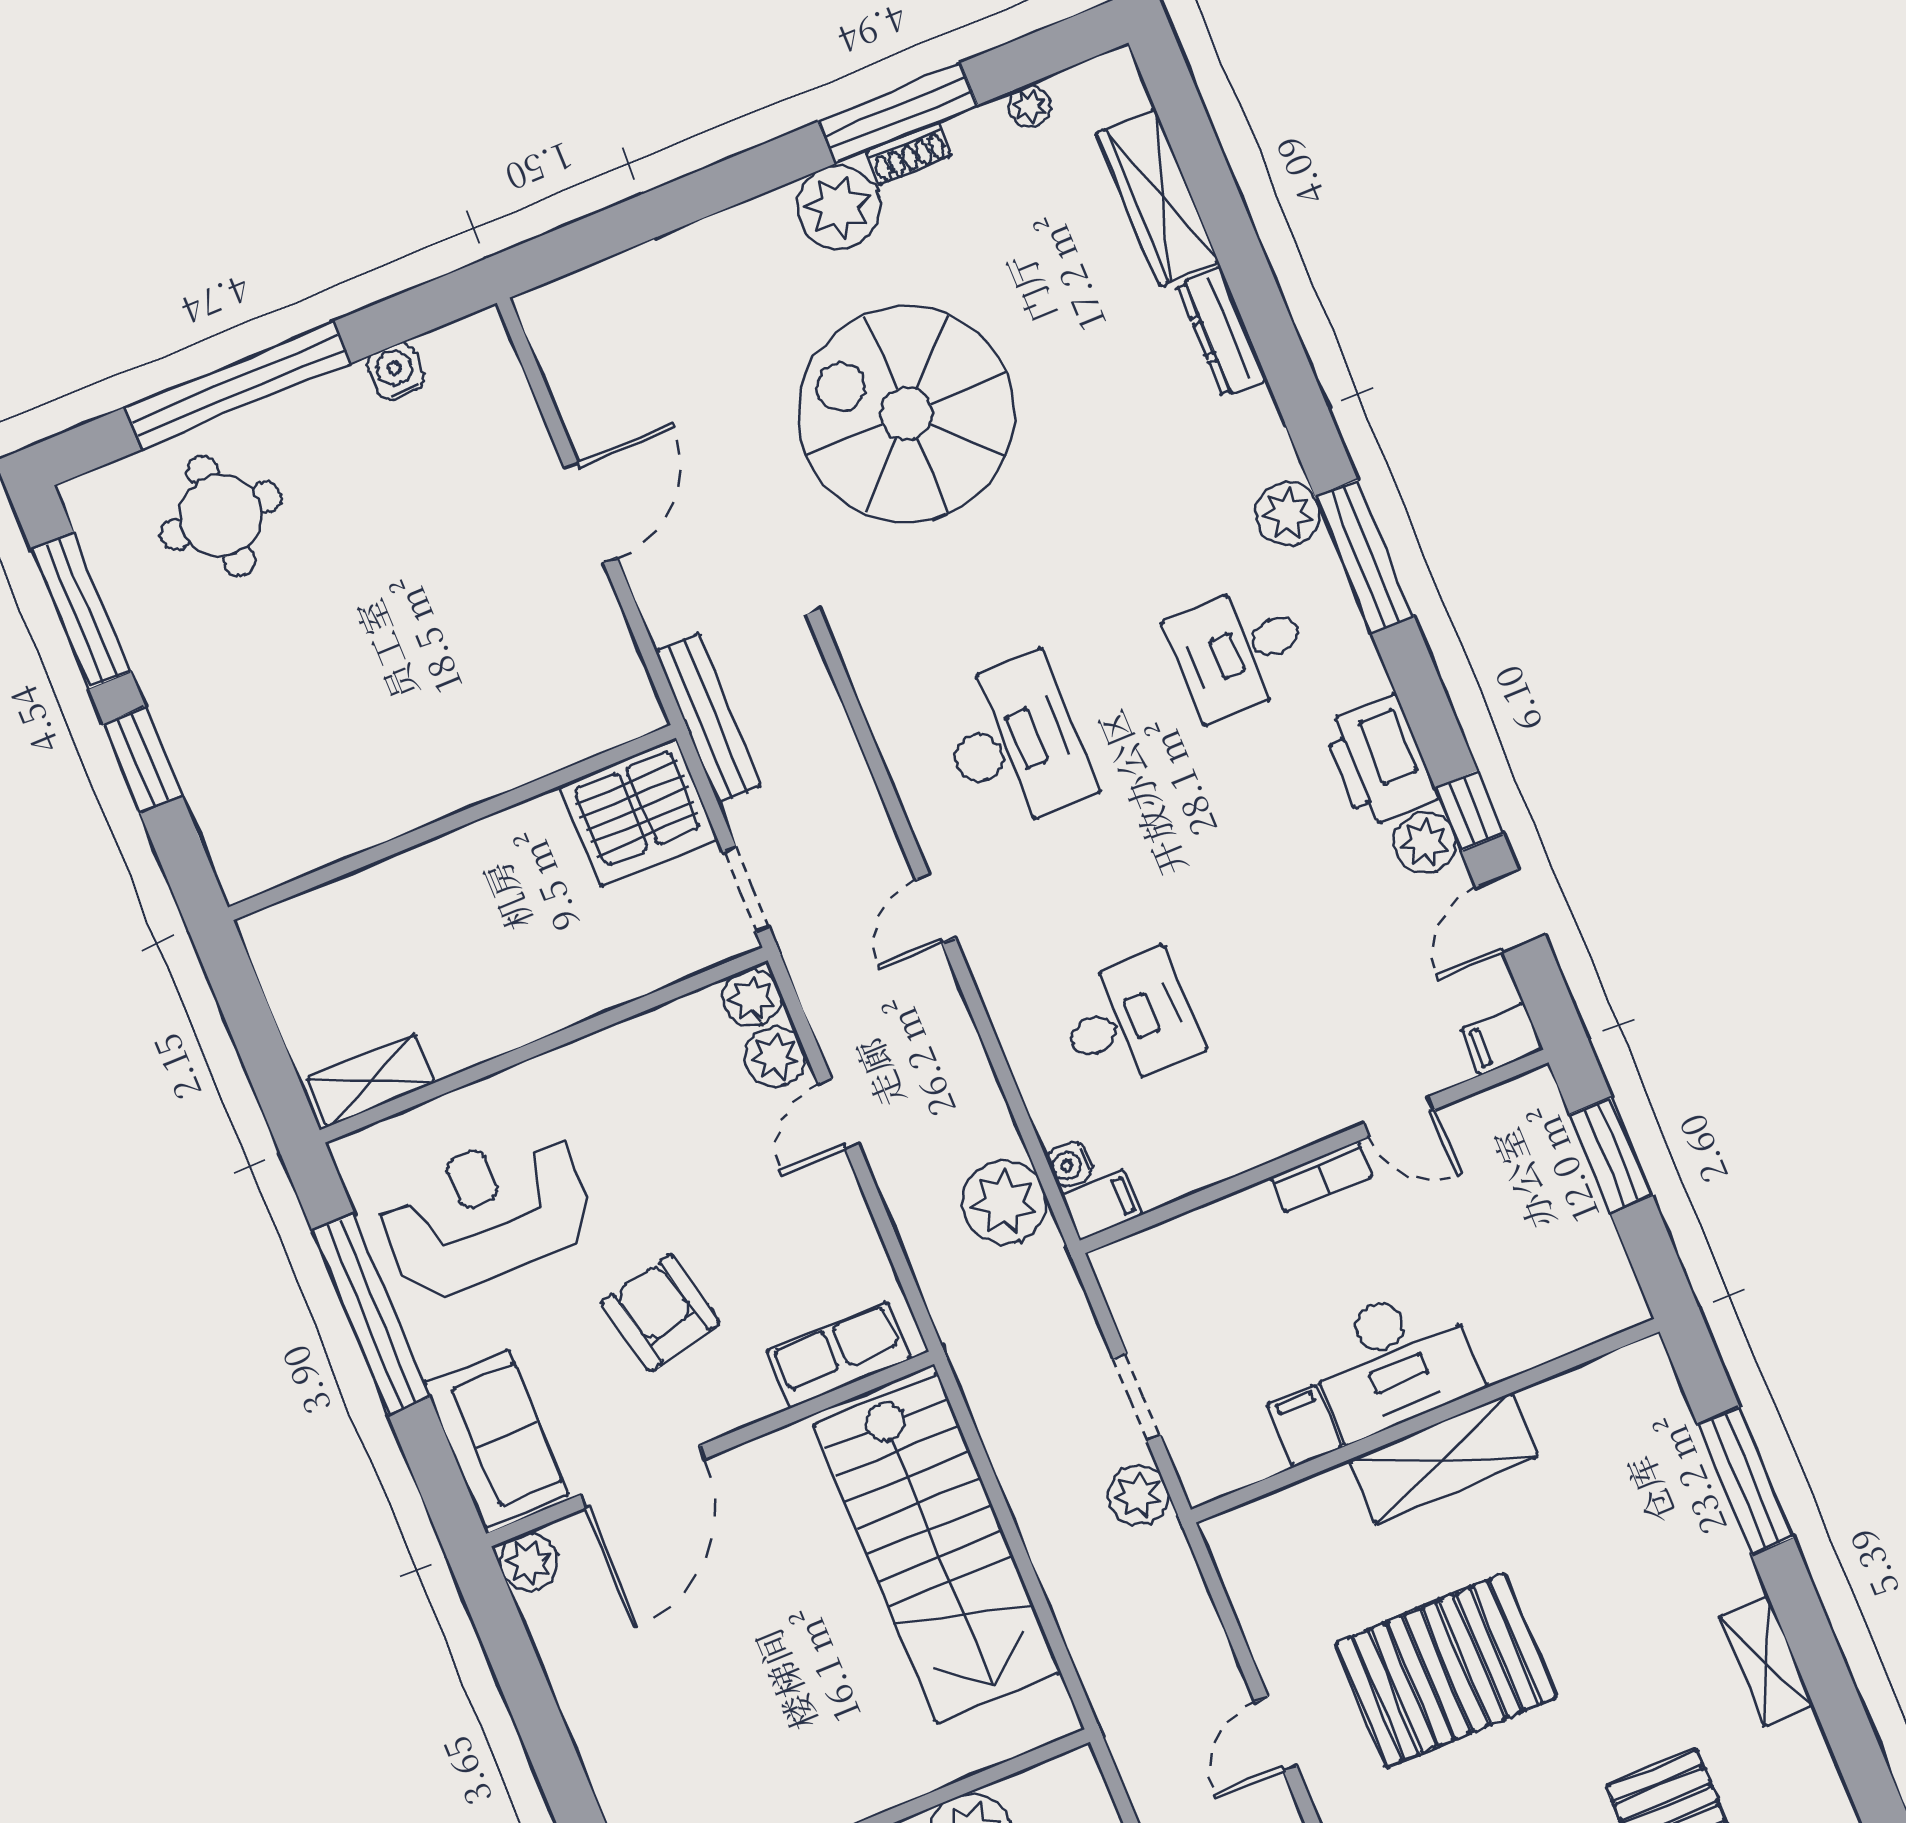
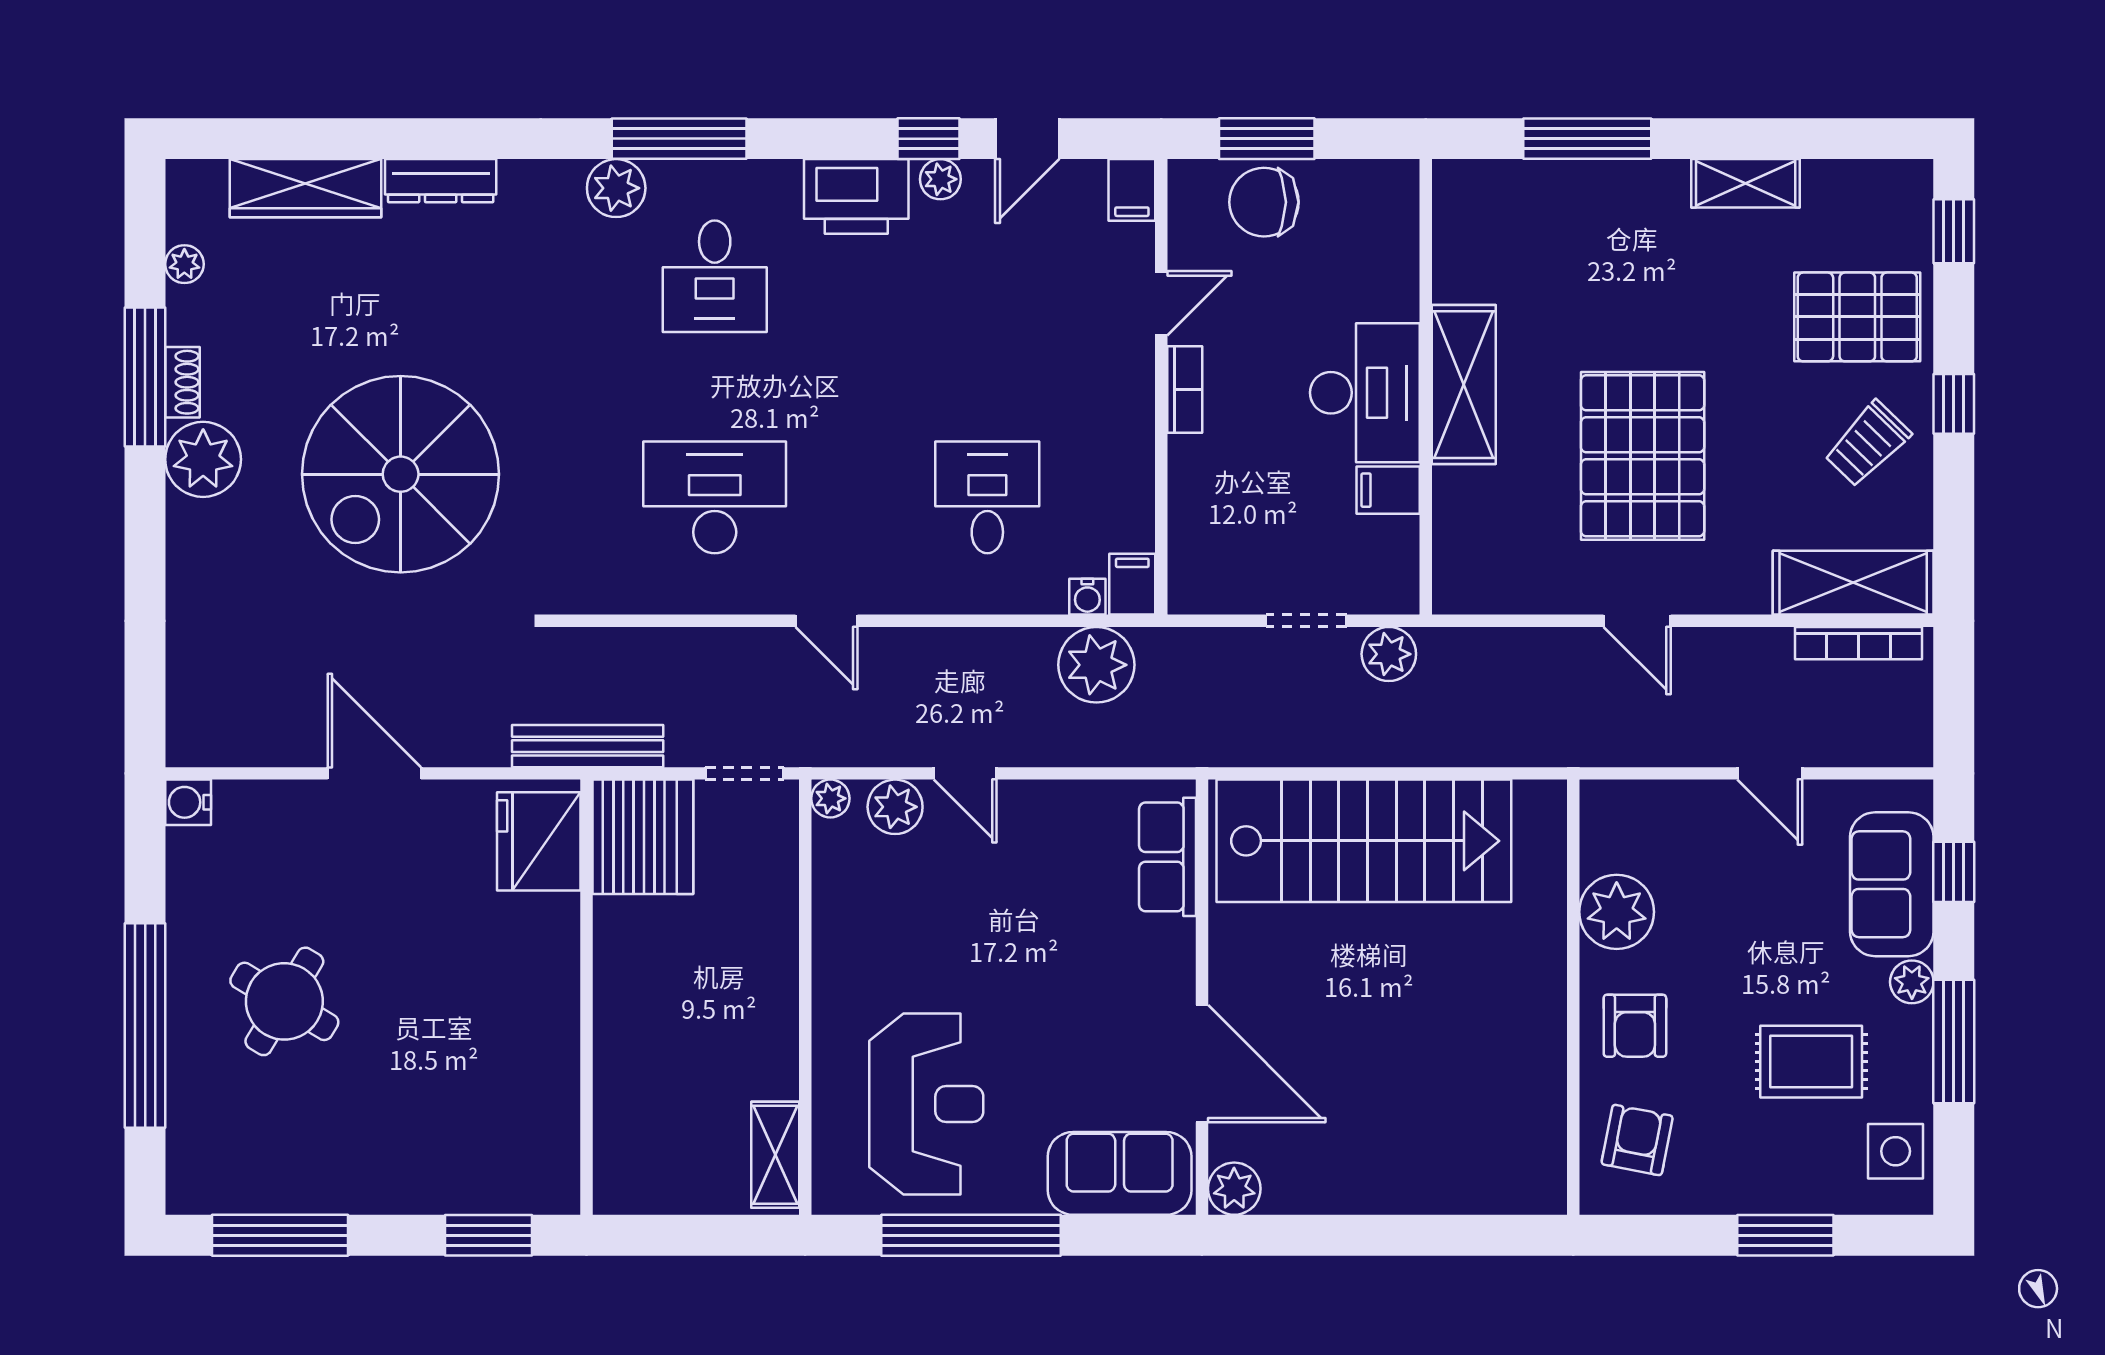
water cooler: (396, 372) -> (188, 802), moved
round table: (221, 516) -> (284, 1001), moved, turned 31
fridge: (591, 709) -> (539, 841), added
window: (142, 759) -> (489, 1235), moved
plant: (1425, 843) -> (940, 179), width x0.73, depth x0.73
door: (1511, 911) -> (1027, 139), hinge flipped
plant: (752, 998) -> (830, 798), width x0.73, depth x0.73
chair: (1545, 1179) -> (1264, 202), added
reception desk: (486, 1213) -> (926, 1104), turned 180
armchair: (661, 1313) -> (1070, 991), removed

